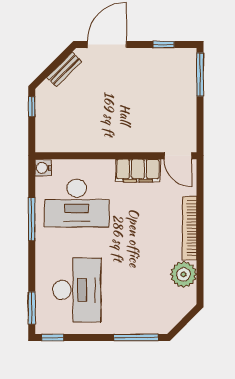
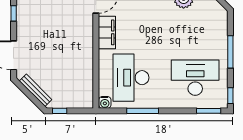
bench: (64, 70) -> (36, 90), width x1.36
desk: (77, 203) -> (131, 78), turned 180
window: (136, 337) -> (230, 52), moved

